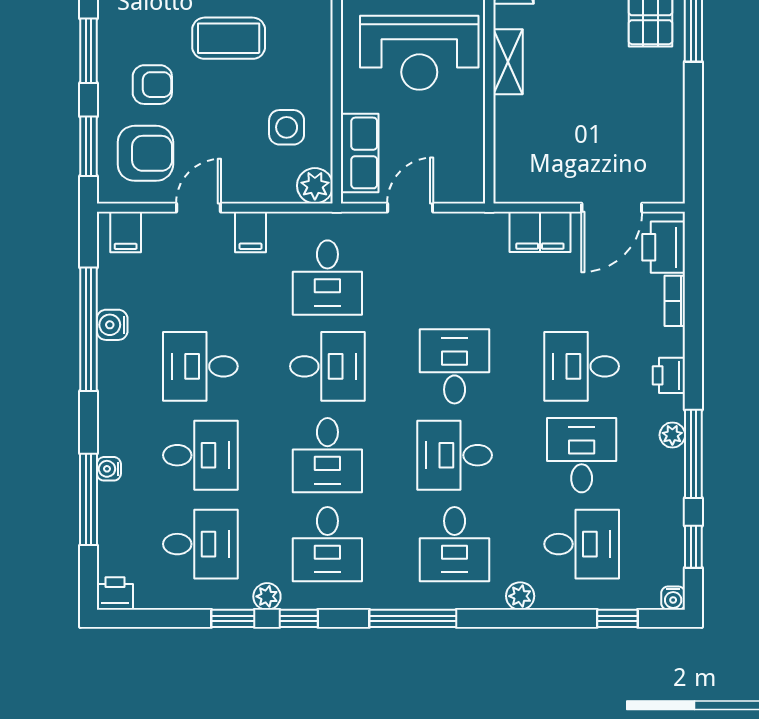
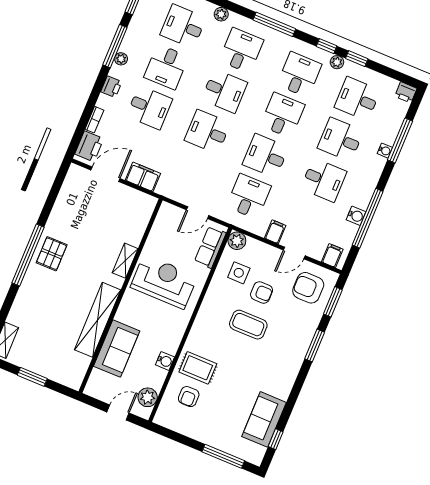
armchair: (152, 85) -> (262, 292), moved, turned 180
desk: (455, 366) -> (207, 132), turned 90

